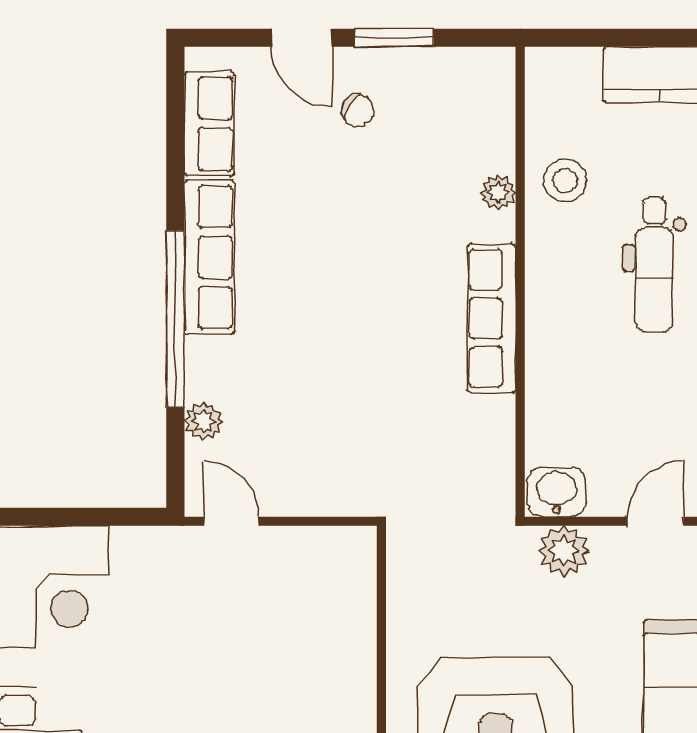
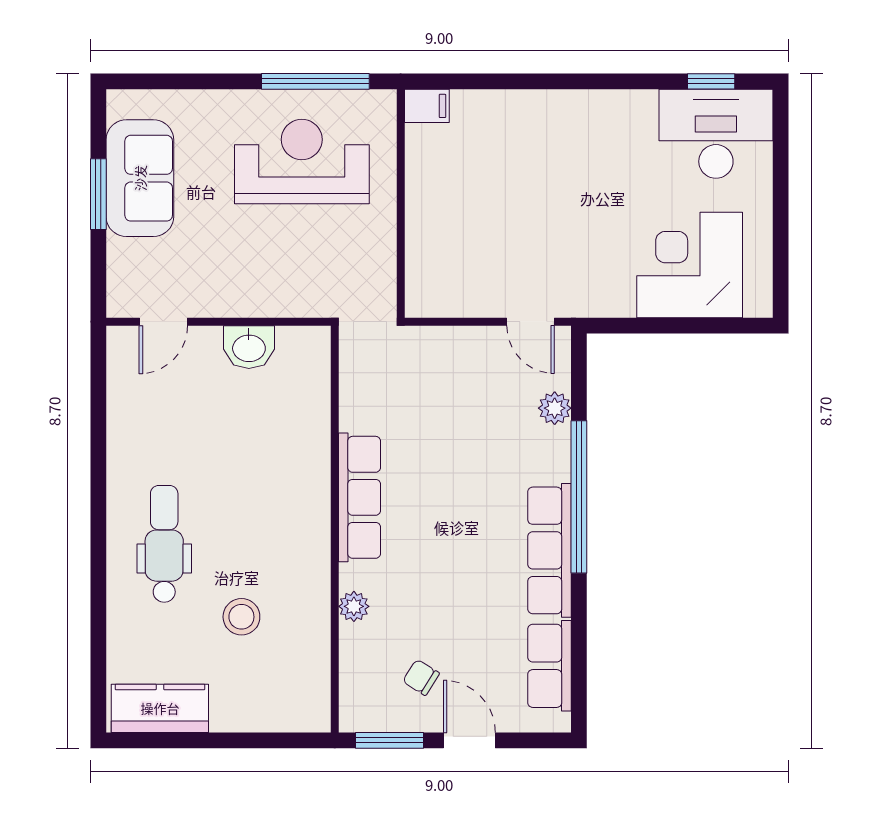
plant: (498, 192) -> (354, 606), moved
wall: (520, 282) -> (335, 529), moved
row of seats: (492, 318) -> (360, 497), moved
plant: (564, 551) -> (243, 296), removed

